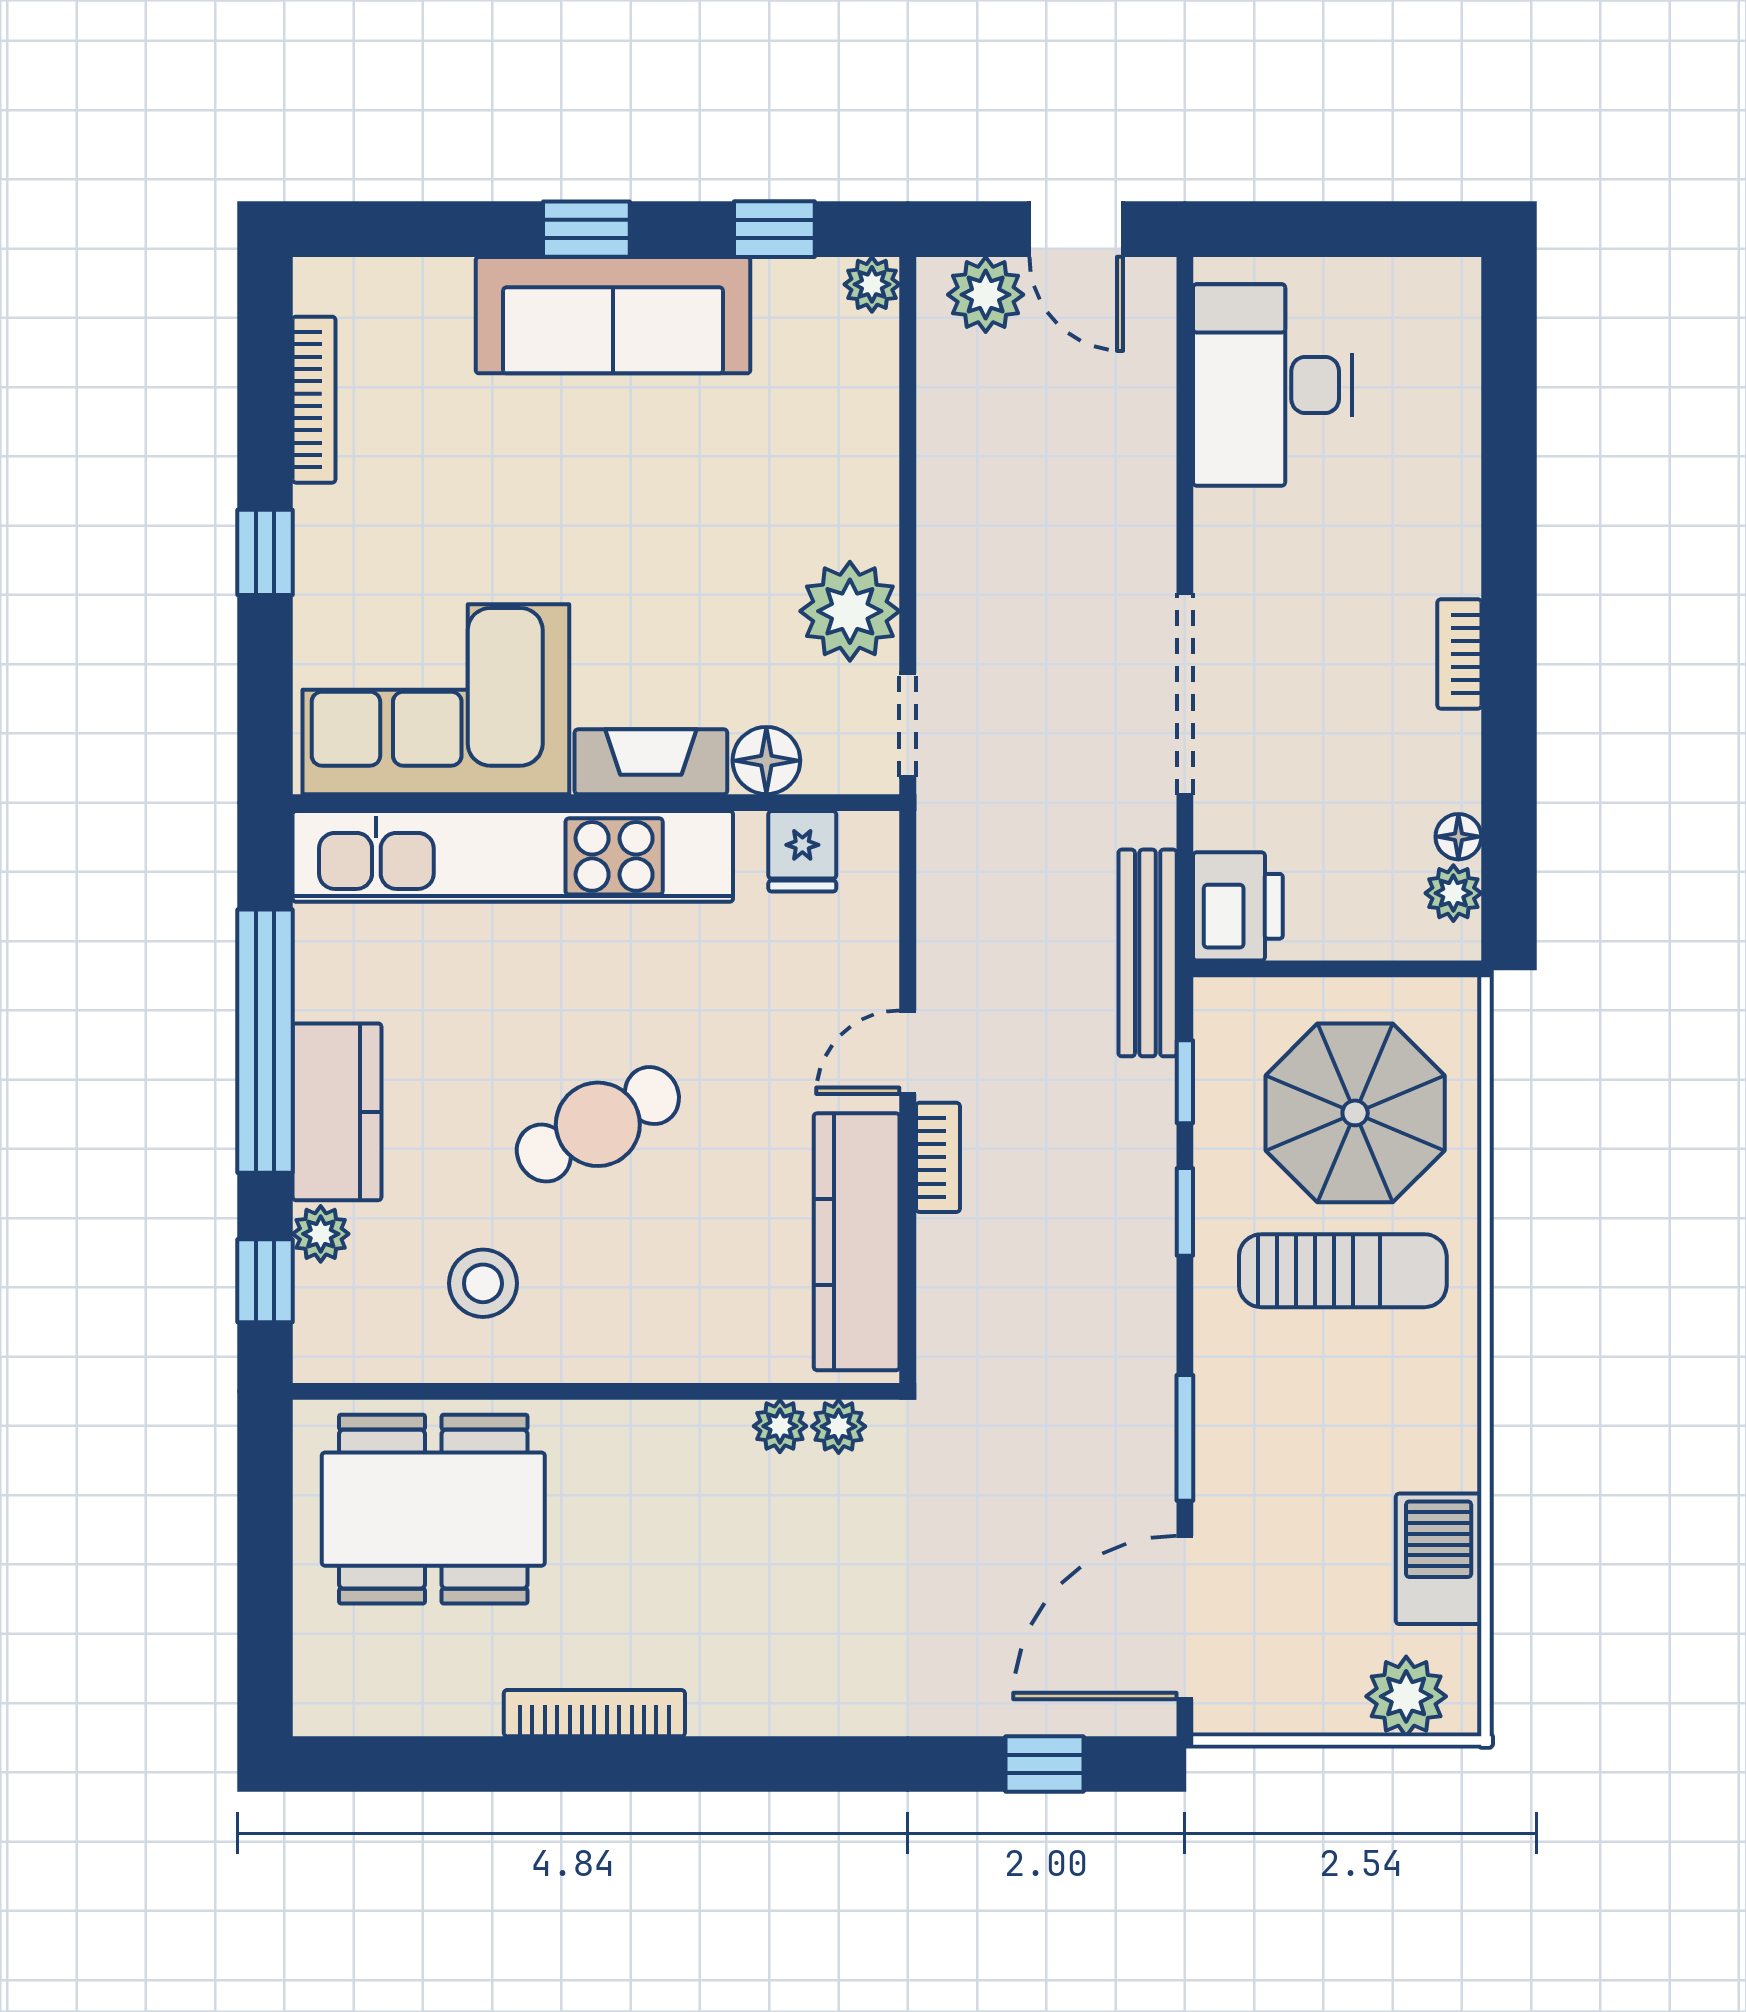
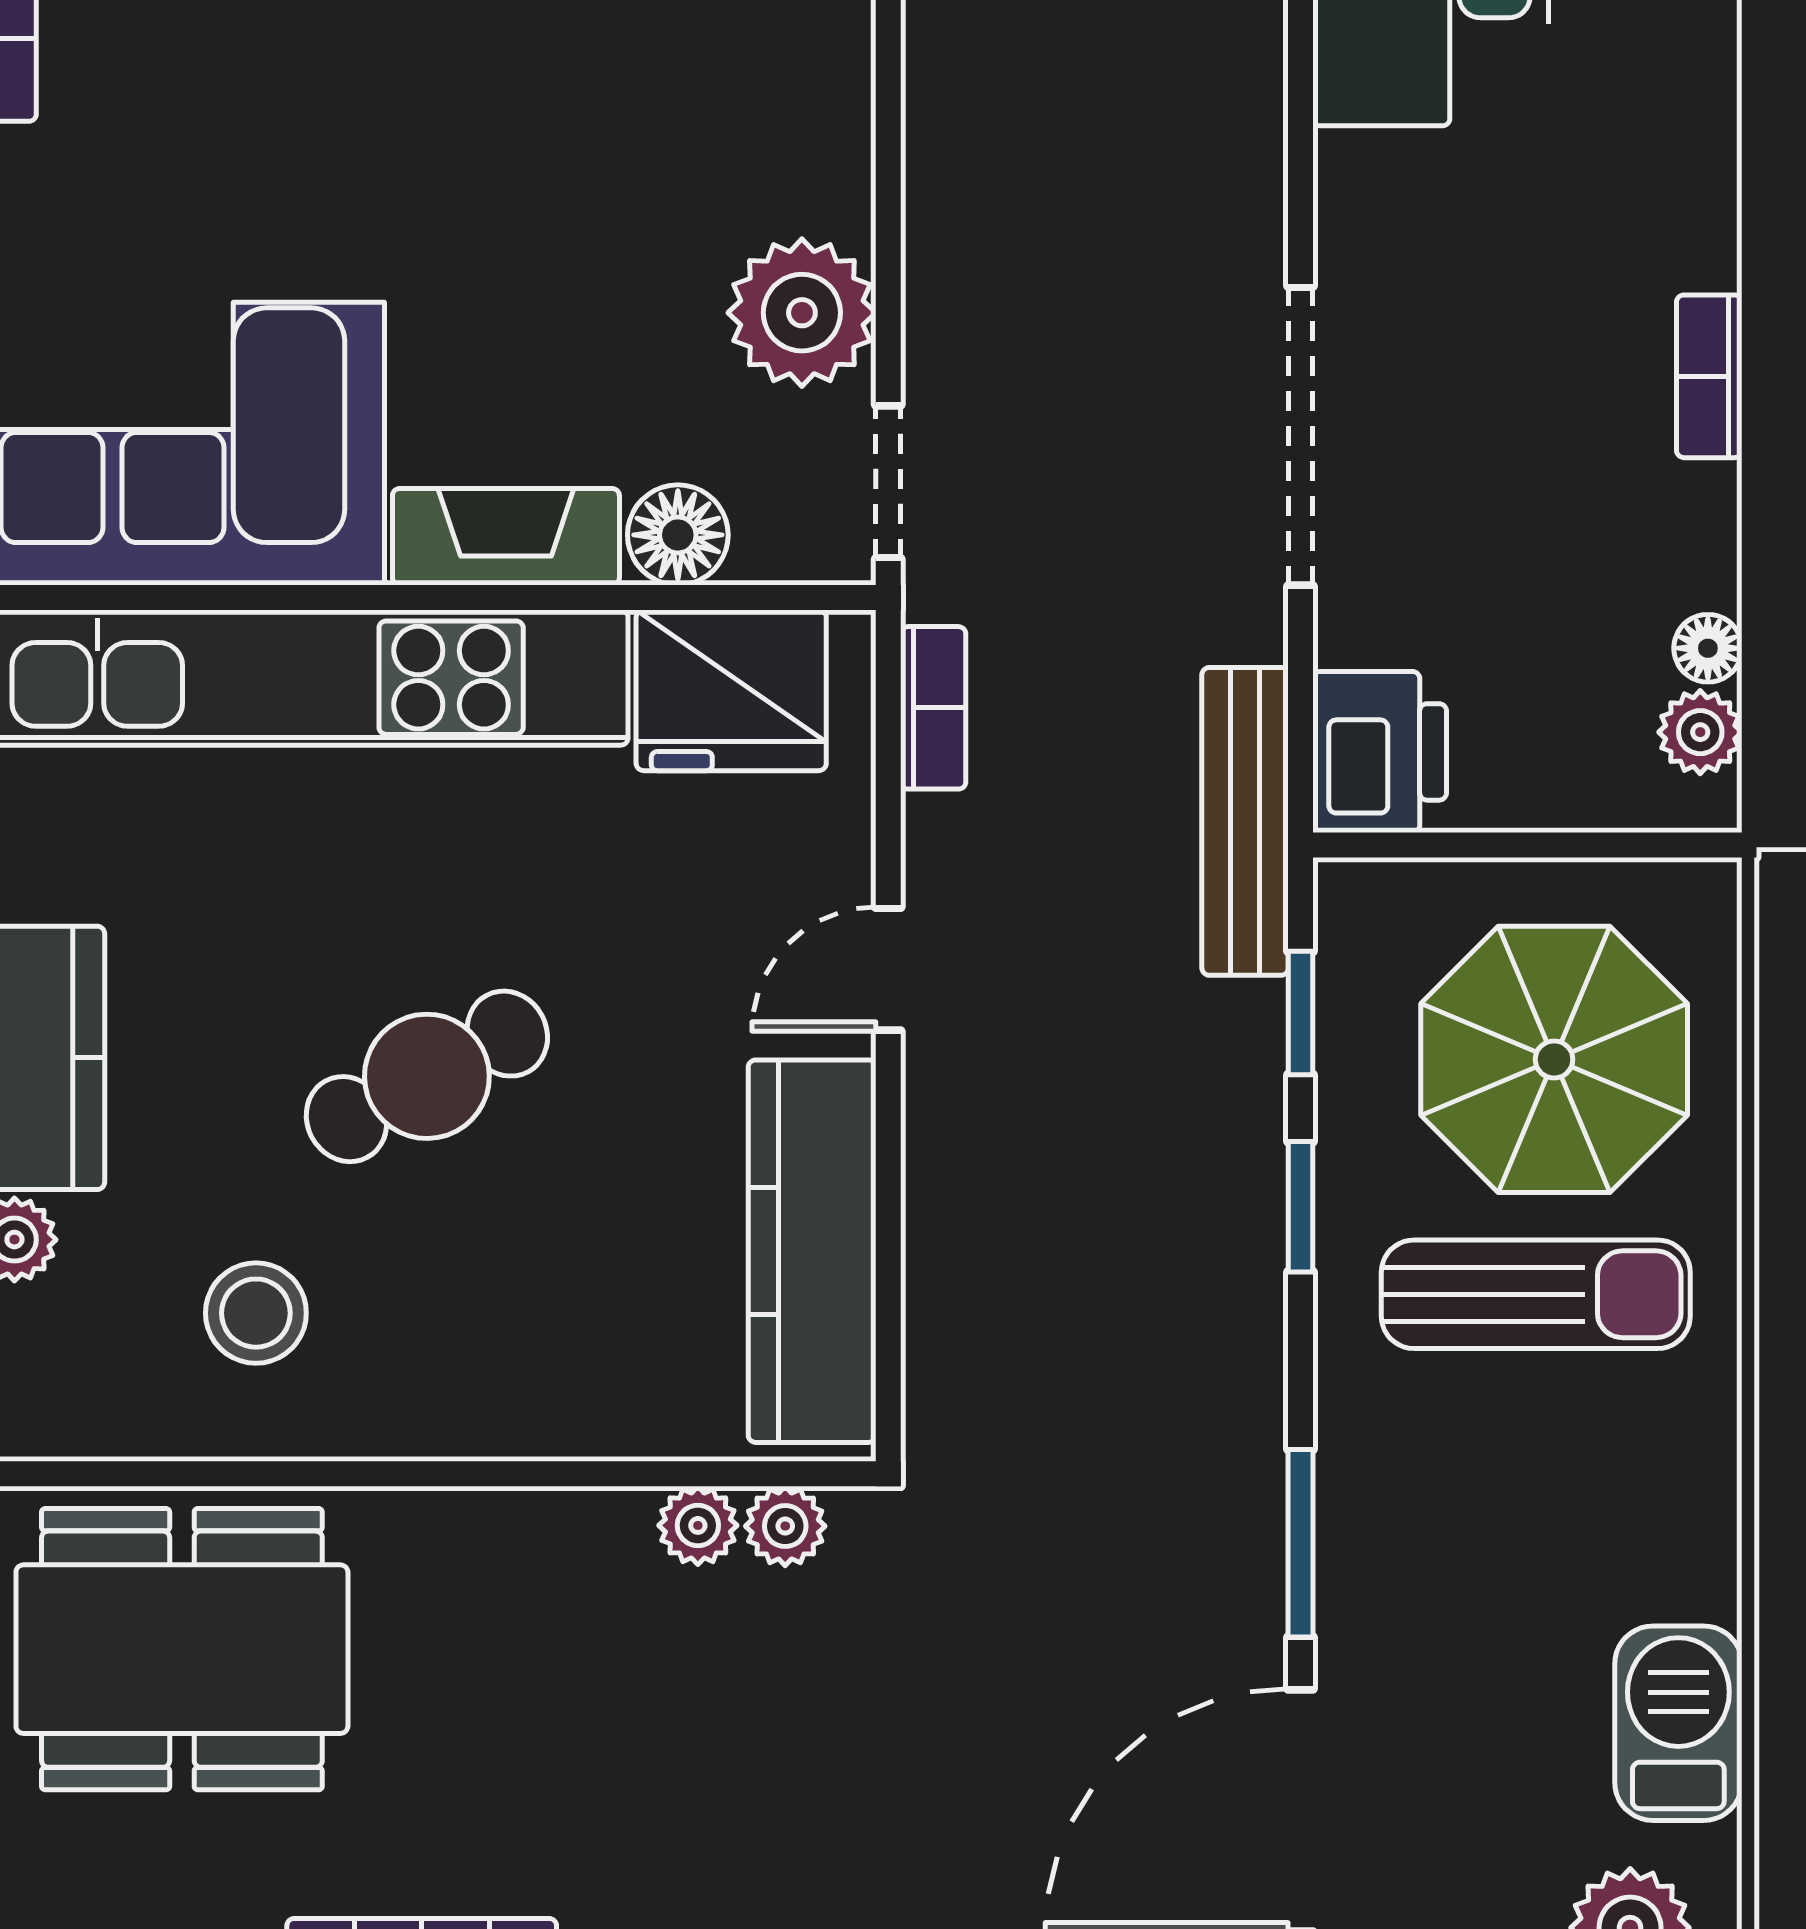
fridge: (802, 851) -> (731, 690), width x1.88, depth x1.34
bookcase: (938, 1157) -> (933, 708), moved

